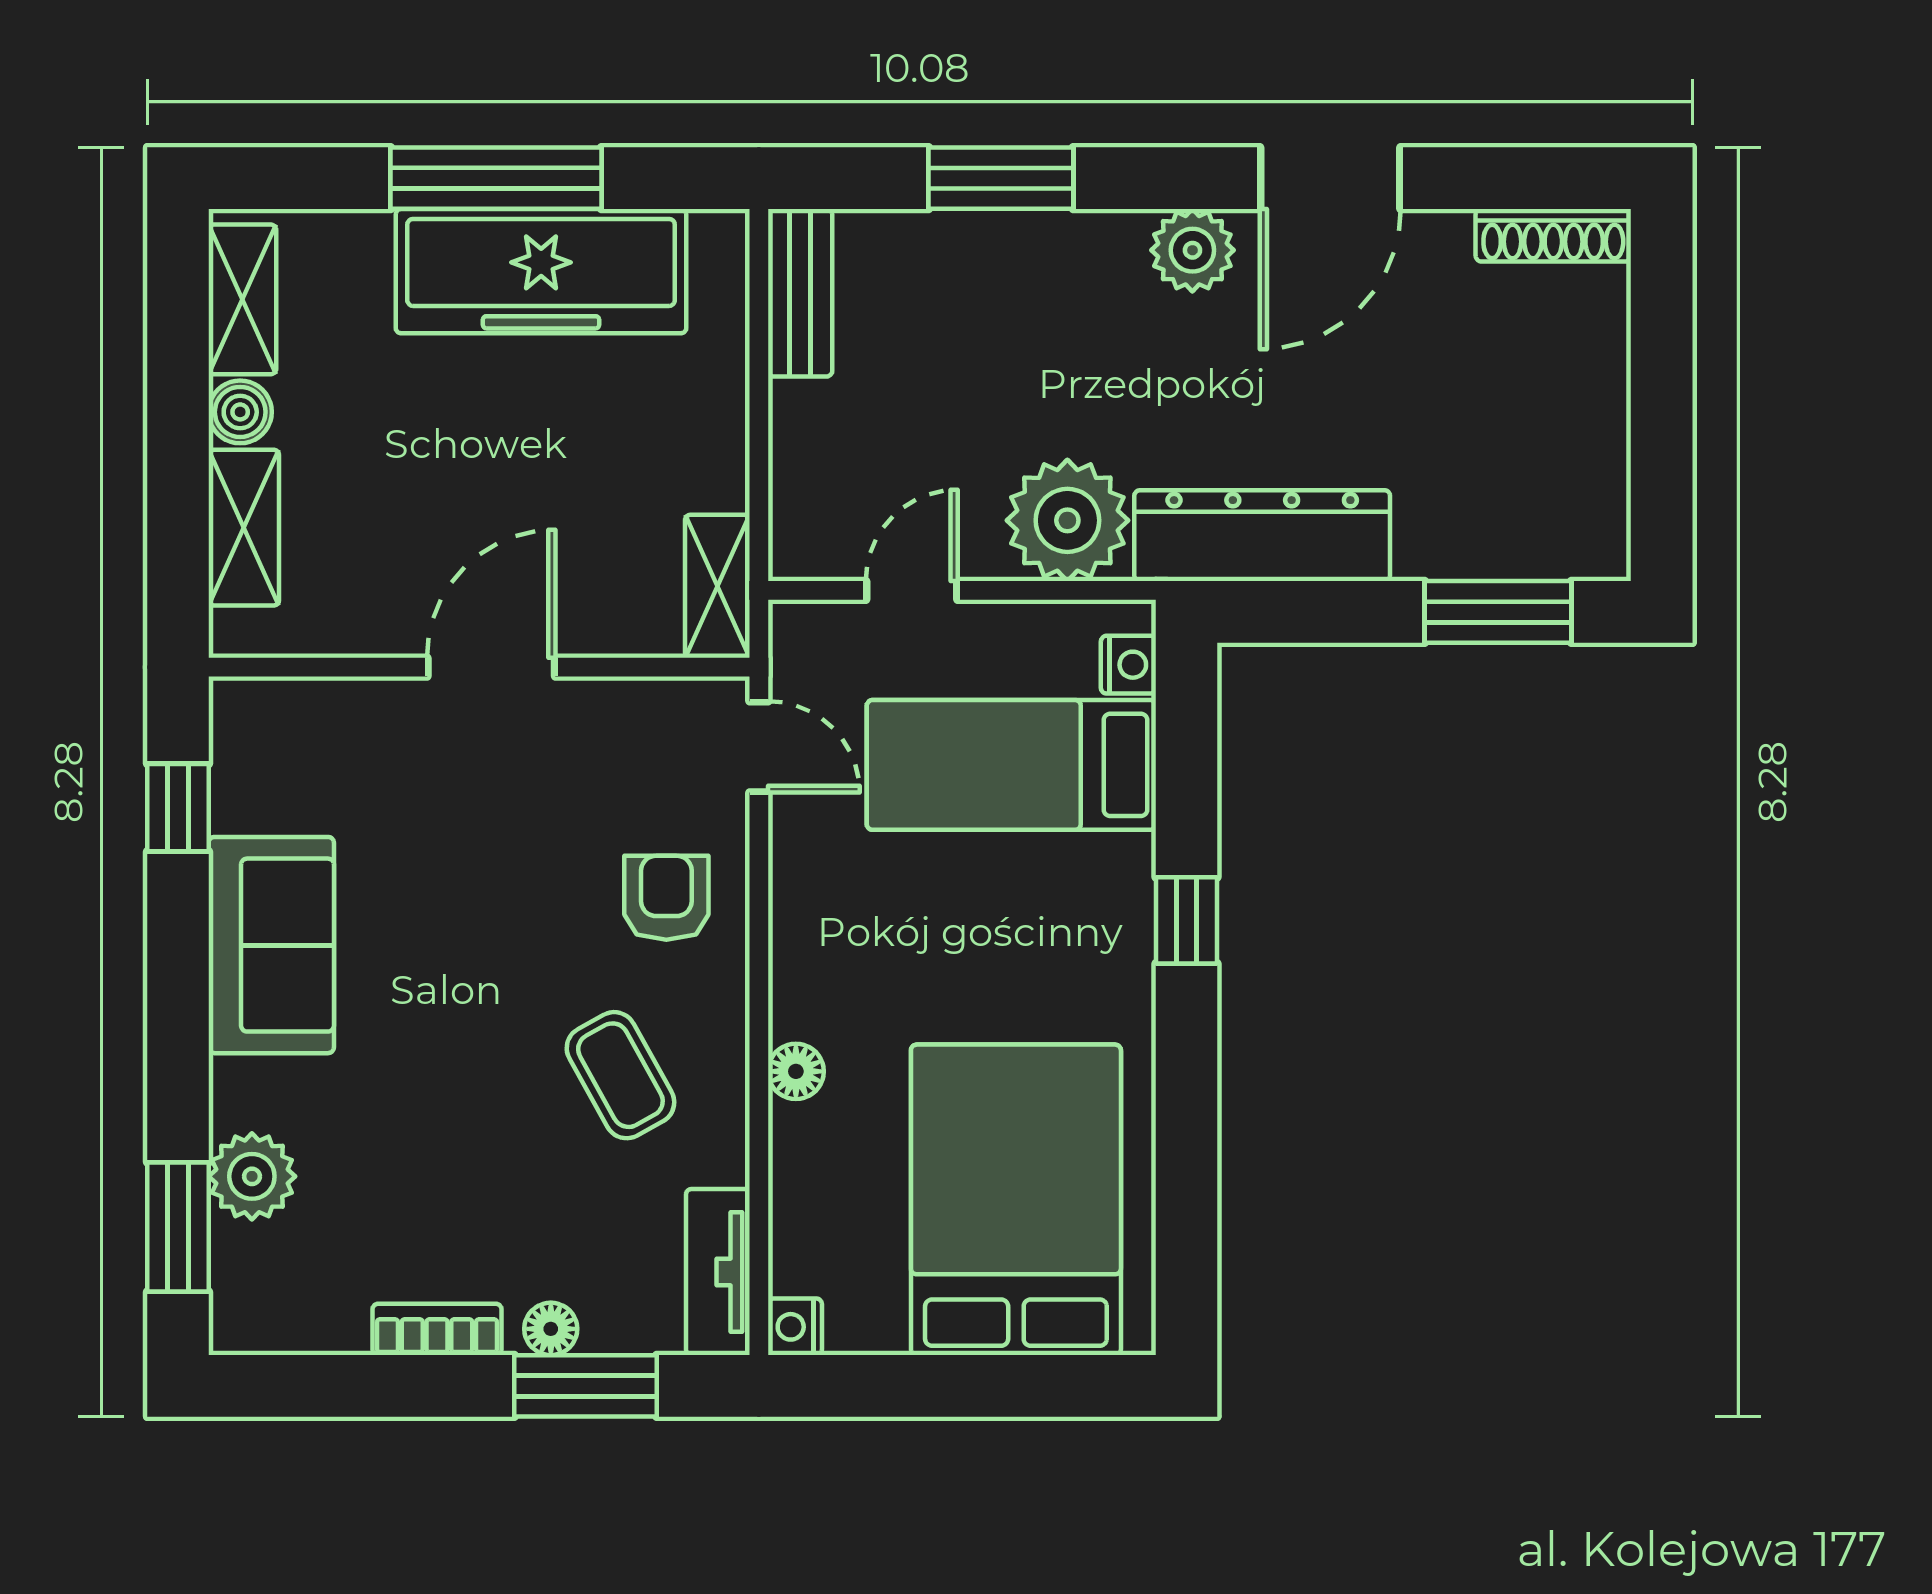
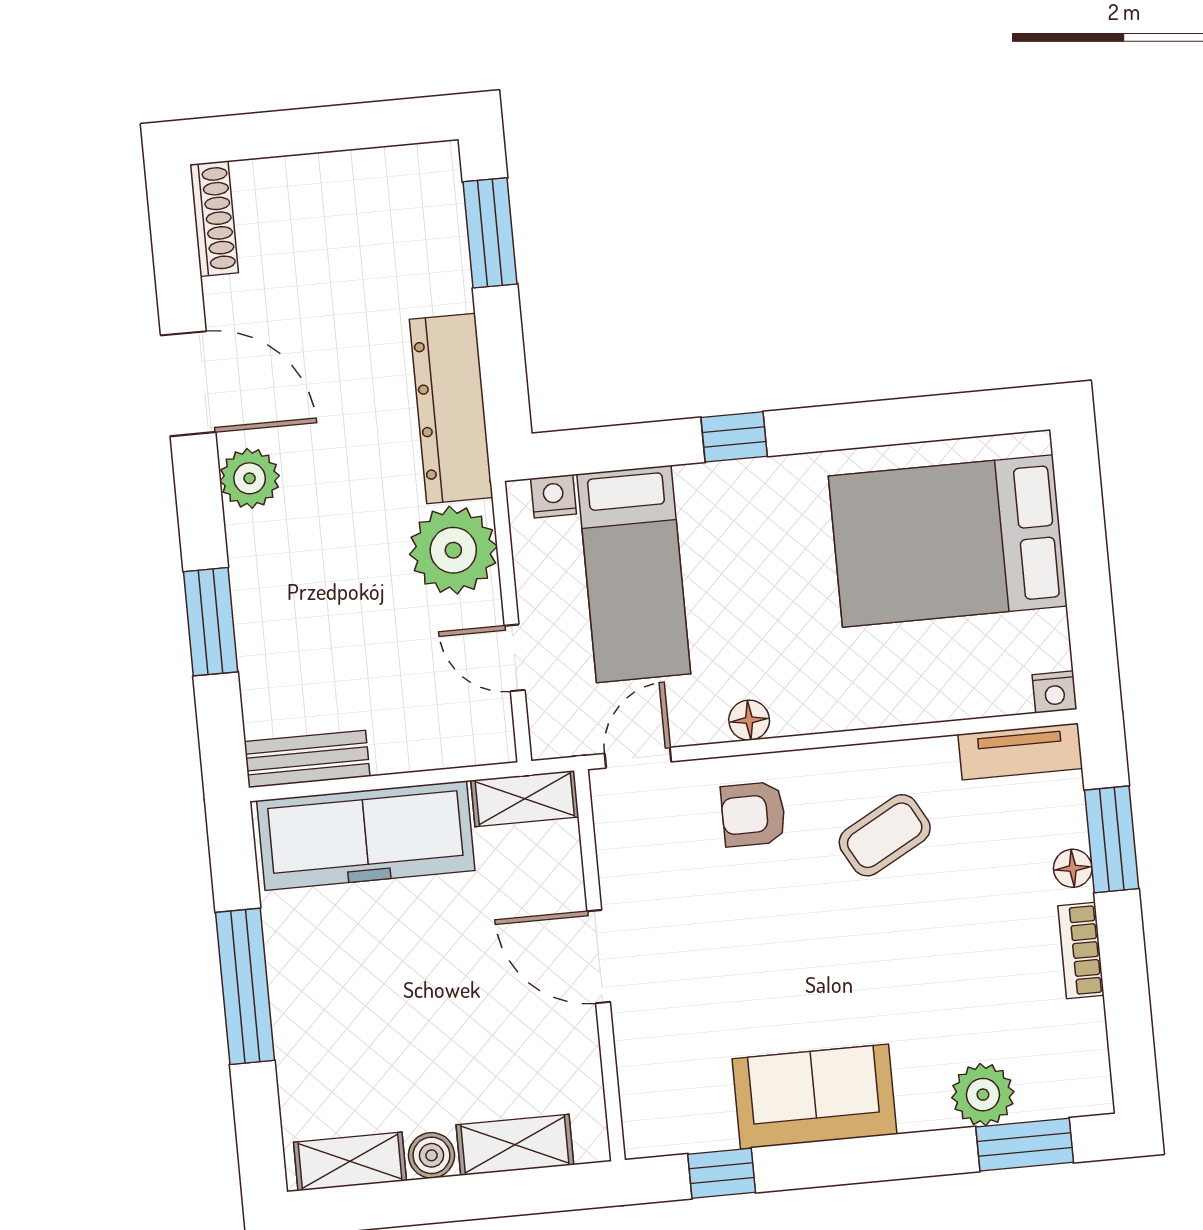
freezer: (541, 271) -> (366, 836), moved, turned 90
floor lamp: (796, 1071) -> (749, 720), moved

